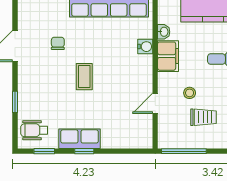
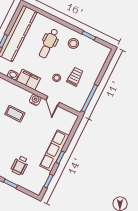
water cooler: (145, 47) -> (35, 100), moved
coffee table: (84, 77) -> (15, 114), moved
wheelchair: (34, 130) -> (20, 165), moved
row of seats: (80, 139) -> (54, 151), width x1.48

